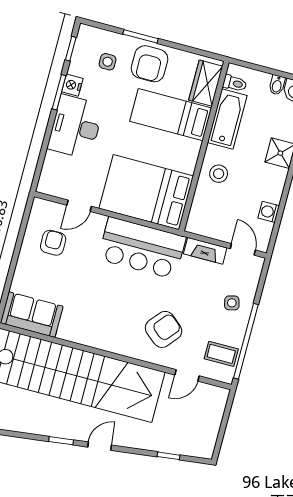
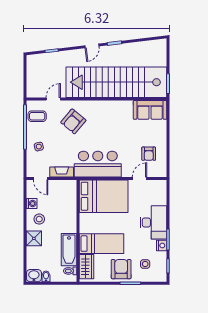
stool: (219, 174) -> (39, 219), moved

